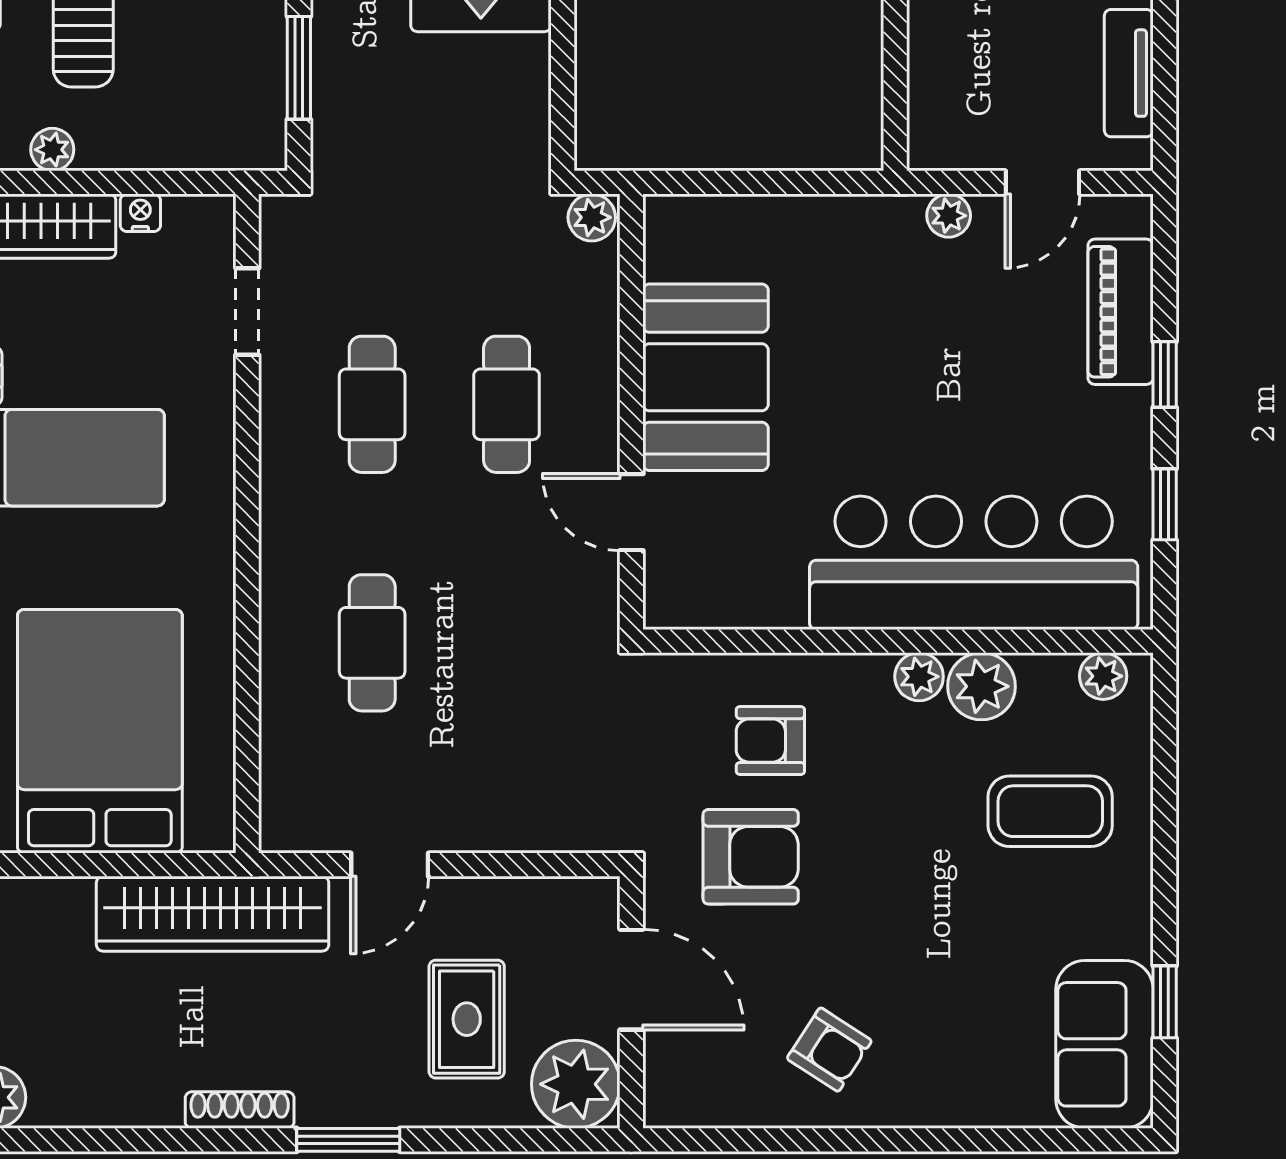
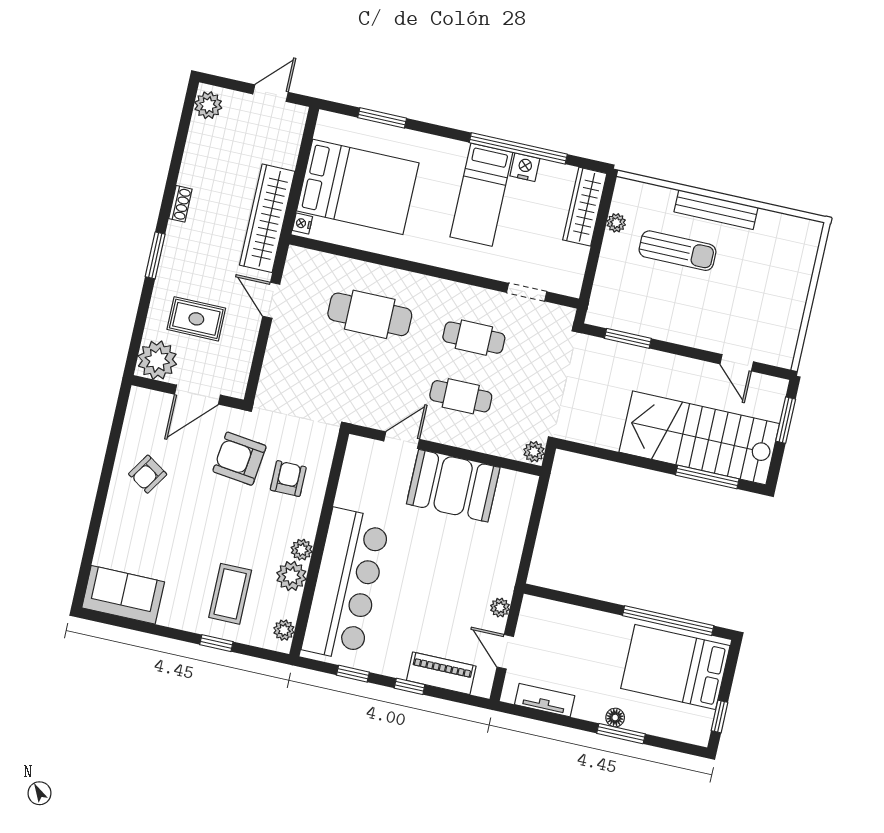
nightstand: (140, 213) -> (302, 223), moved, turned 180
cafe table: (372, 643) -> (370, 314), width x1.37, depth x1.35
armchair: (751, 857) -> (239, 459), turned 97
window: (1165, 1002) -> (216, 643), moved
shoe rack: (240, 1110) -> (180, 204), width x0.70

